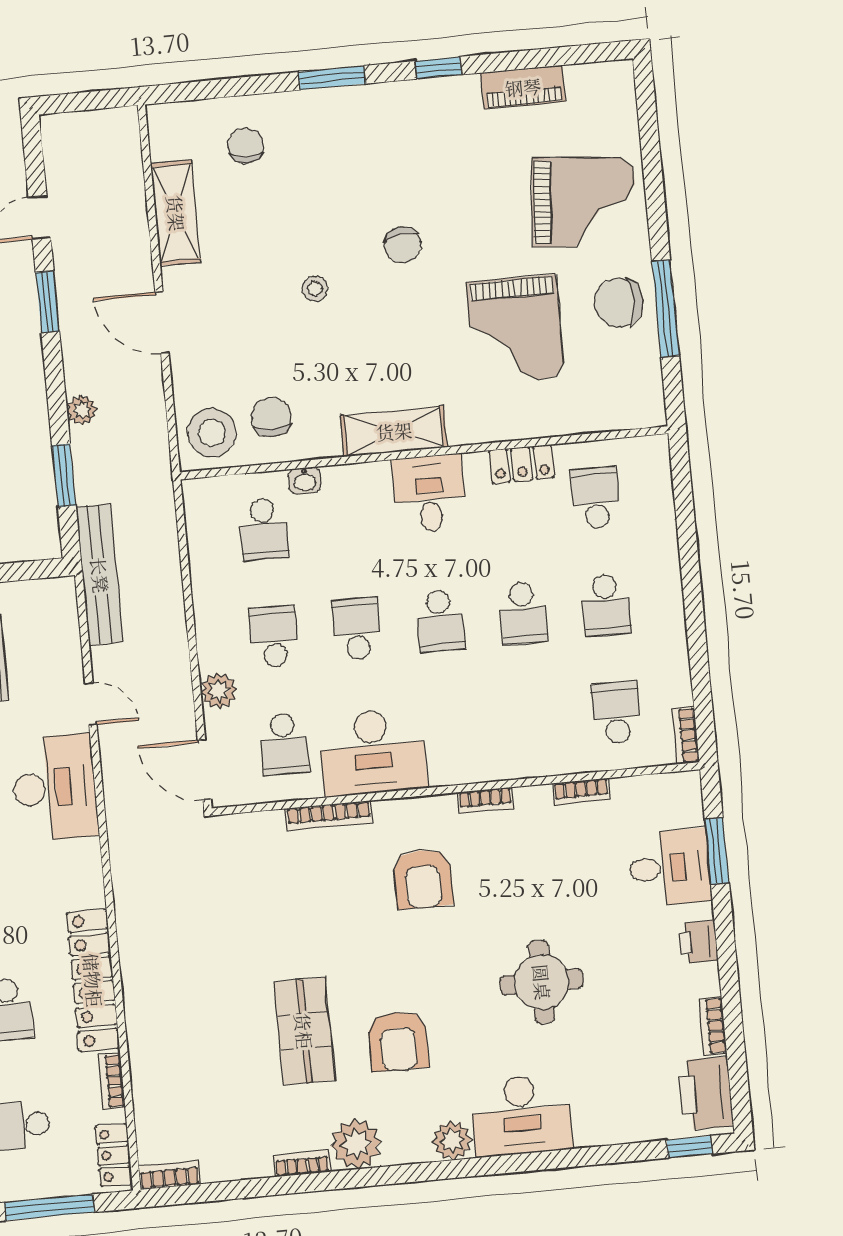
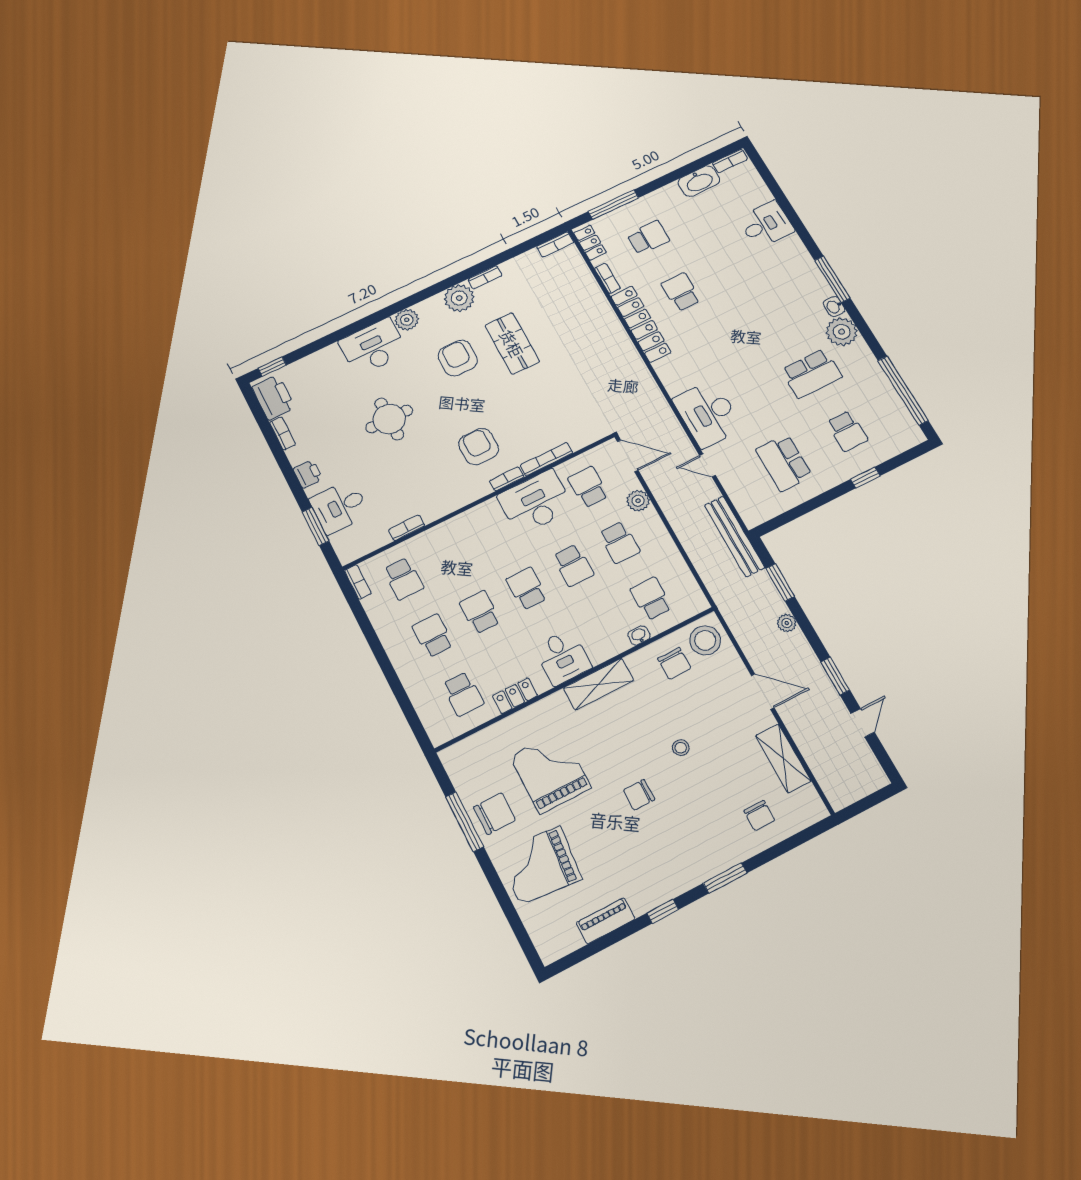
chair: (403, 245) -> (639, 795), turned -81
bookcase: (485, 800) -> (507, 479), moved

